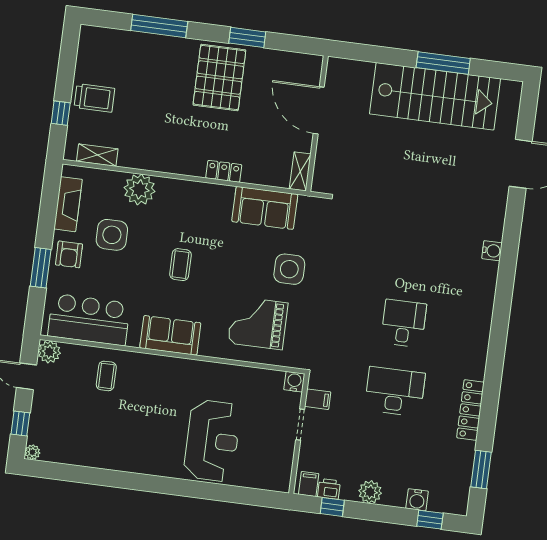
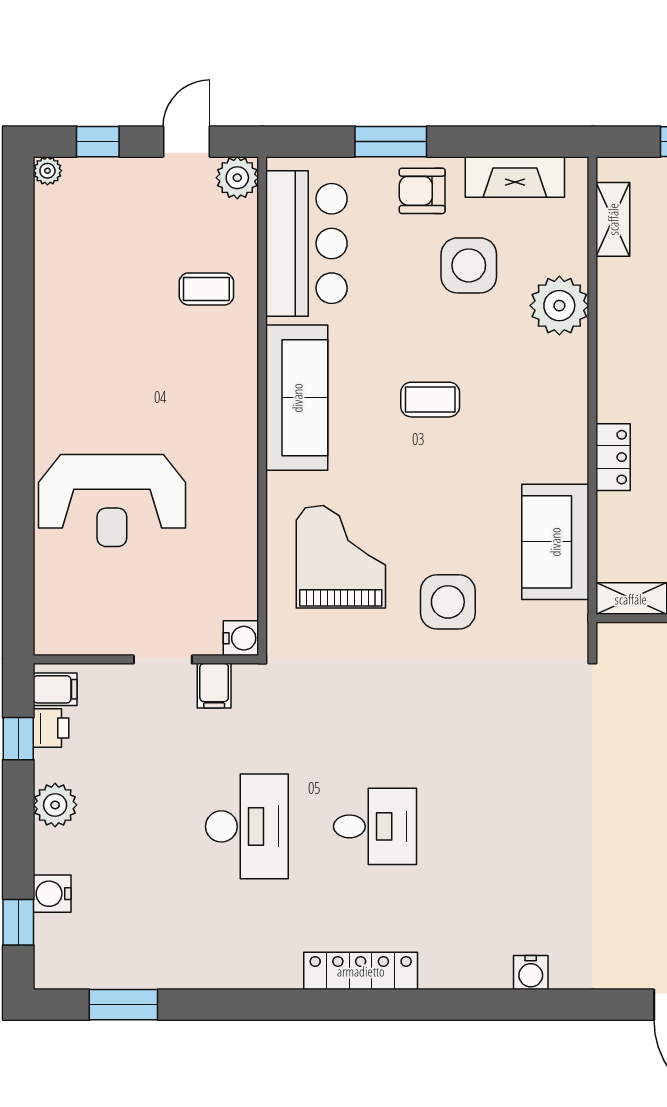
sofa: (170, 335) -> (297, 398), width x1.36
locker: (470, 410) -> (361, 971), moved

